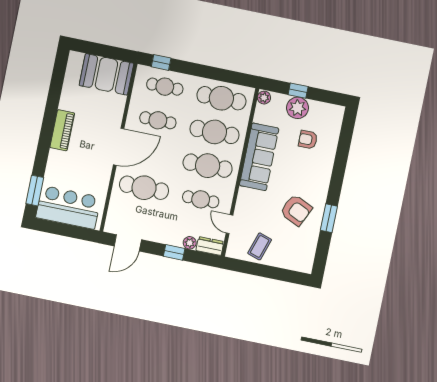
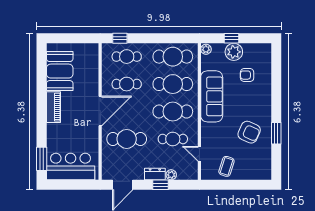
booth: (106, 74) -> (60, 71), moved, turned 90
dresser: (210, 246) -> (155, 174), moved

